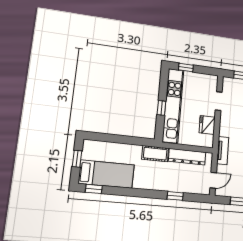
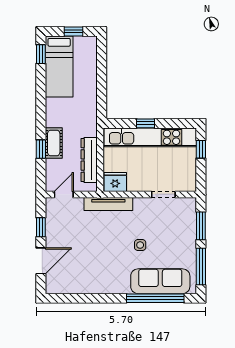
fridge: (207, 125) -> (115, 182), moved
tv unit: (223, 151) -> (108, 204), width x1.41
cot: (155, 154) -> (54, 143), moved
door: (213, 180) -> (64, 194), swing flipped

